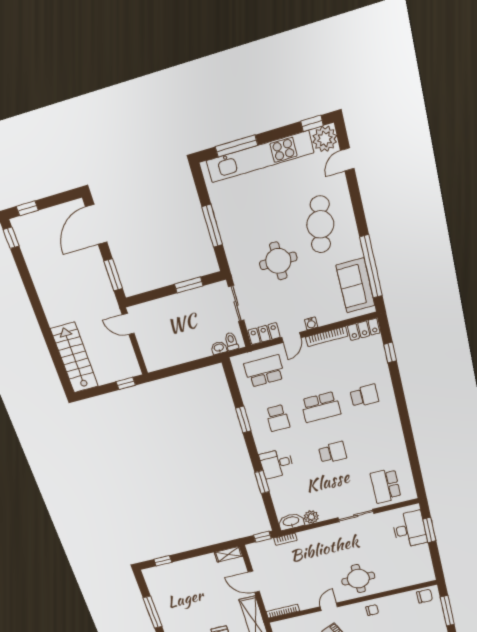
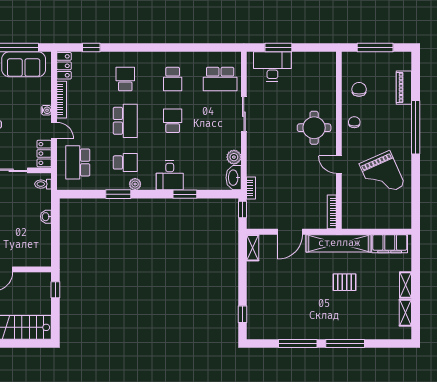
washbasin: (219, 348) -> (46, 217), moved
plant: (258, 433) -> (135, 184), added
school desk: (375, 442) -> (173, 79), added
chair: (425, 596) -> (359, 89), moved

